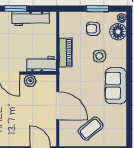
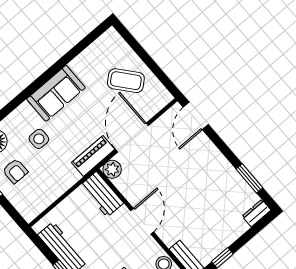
piano: (66, 53) -> (93, 156), moved
plant: (30, 81) -> (112, 169), moved

